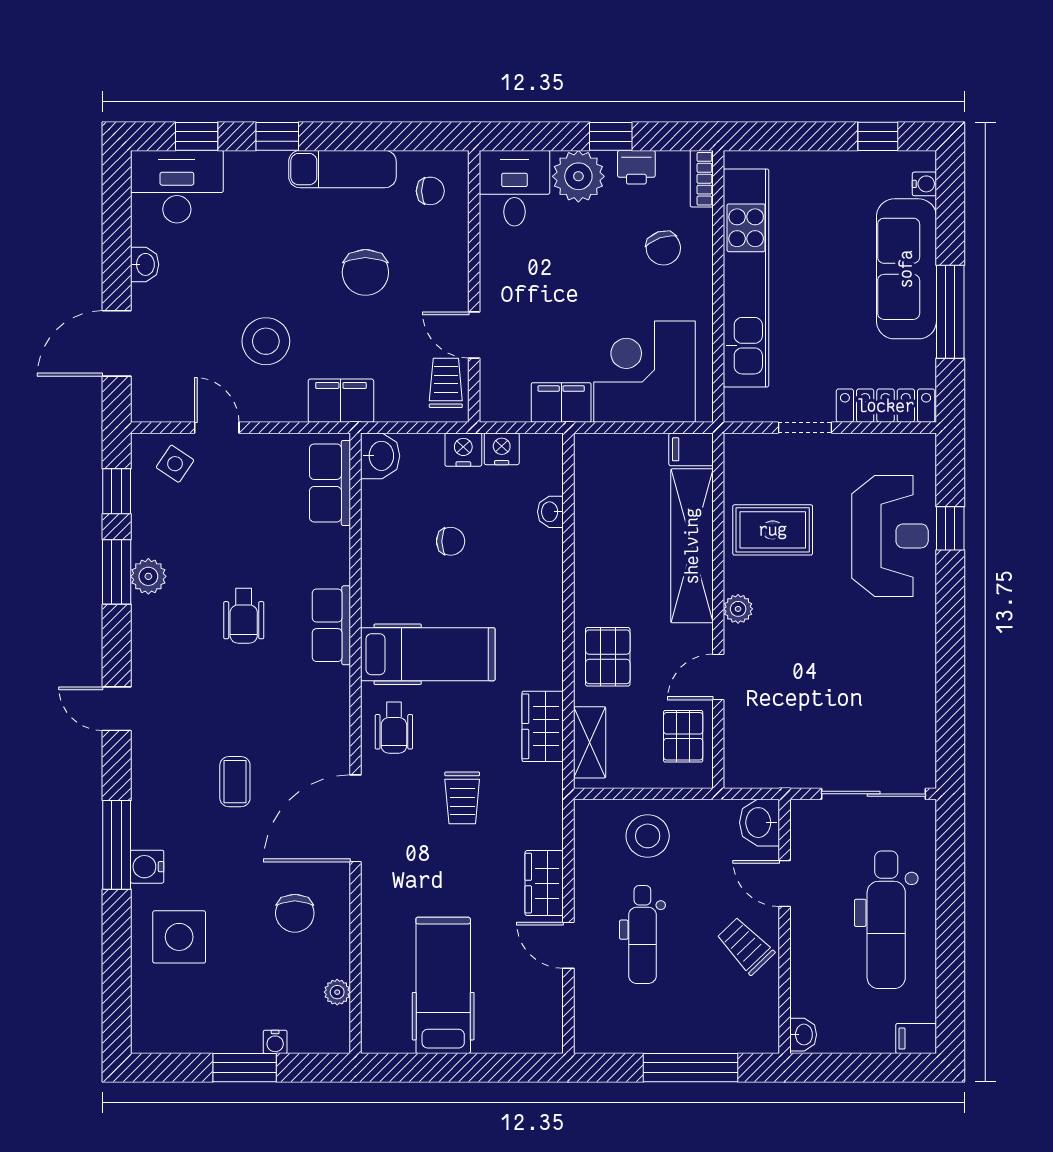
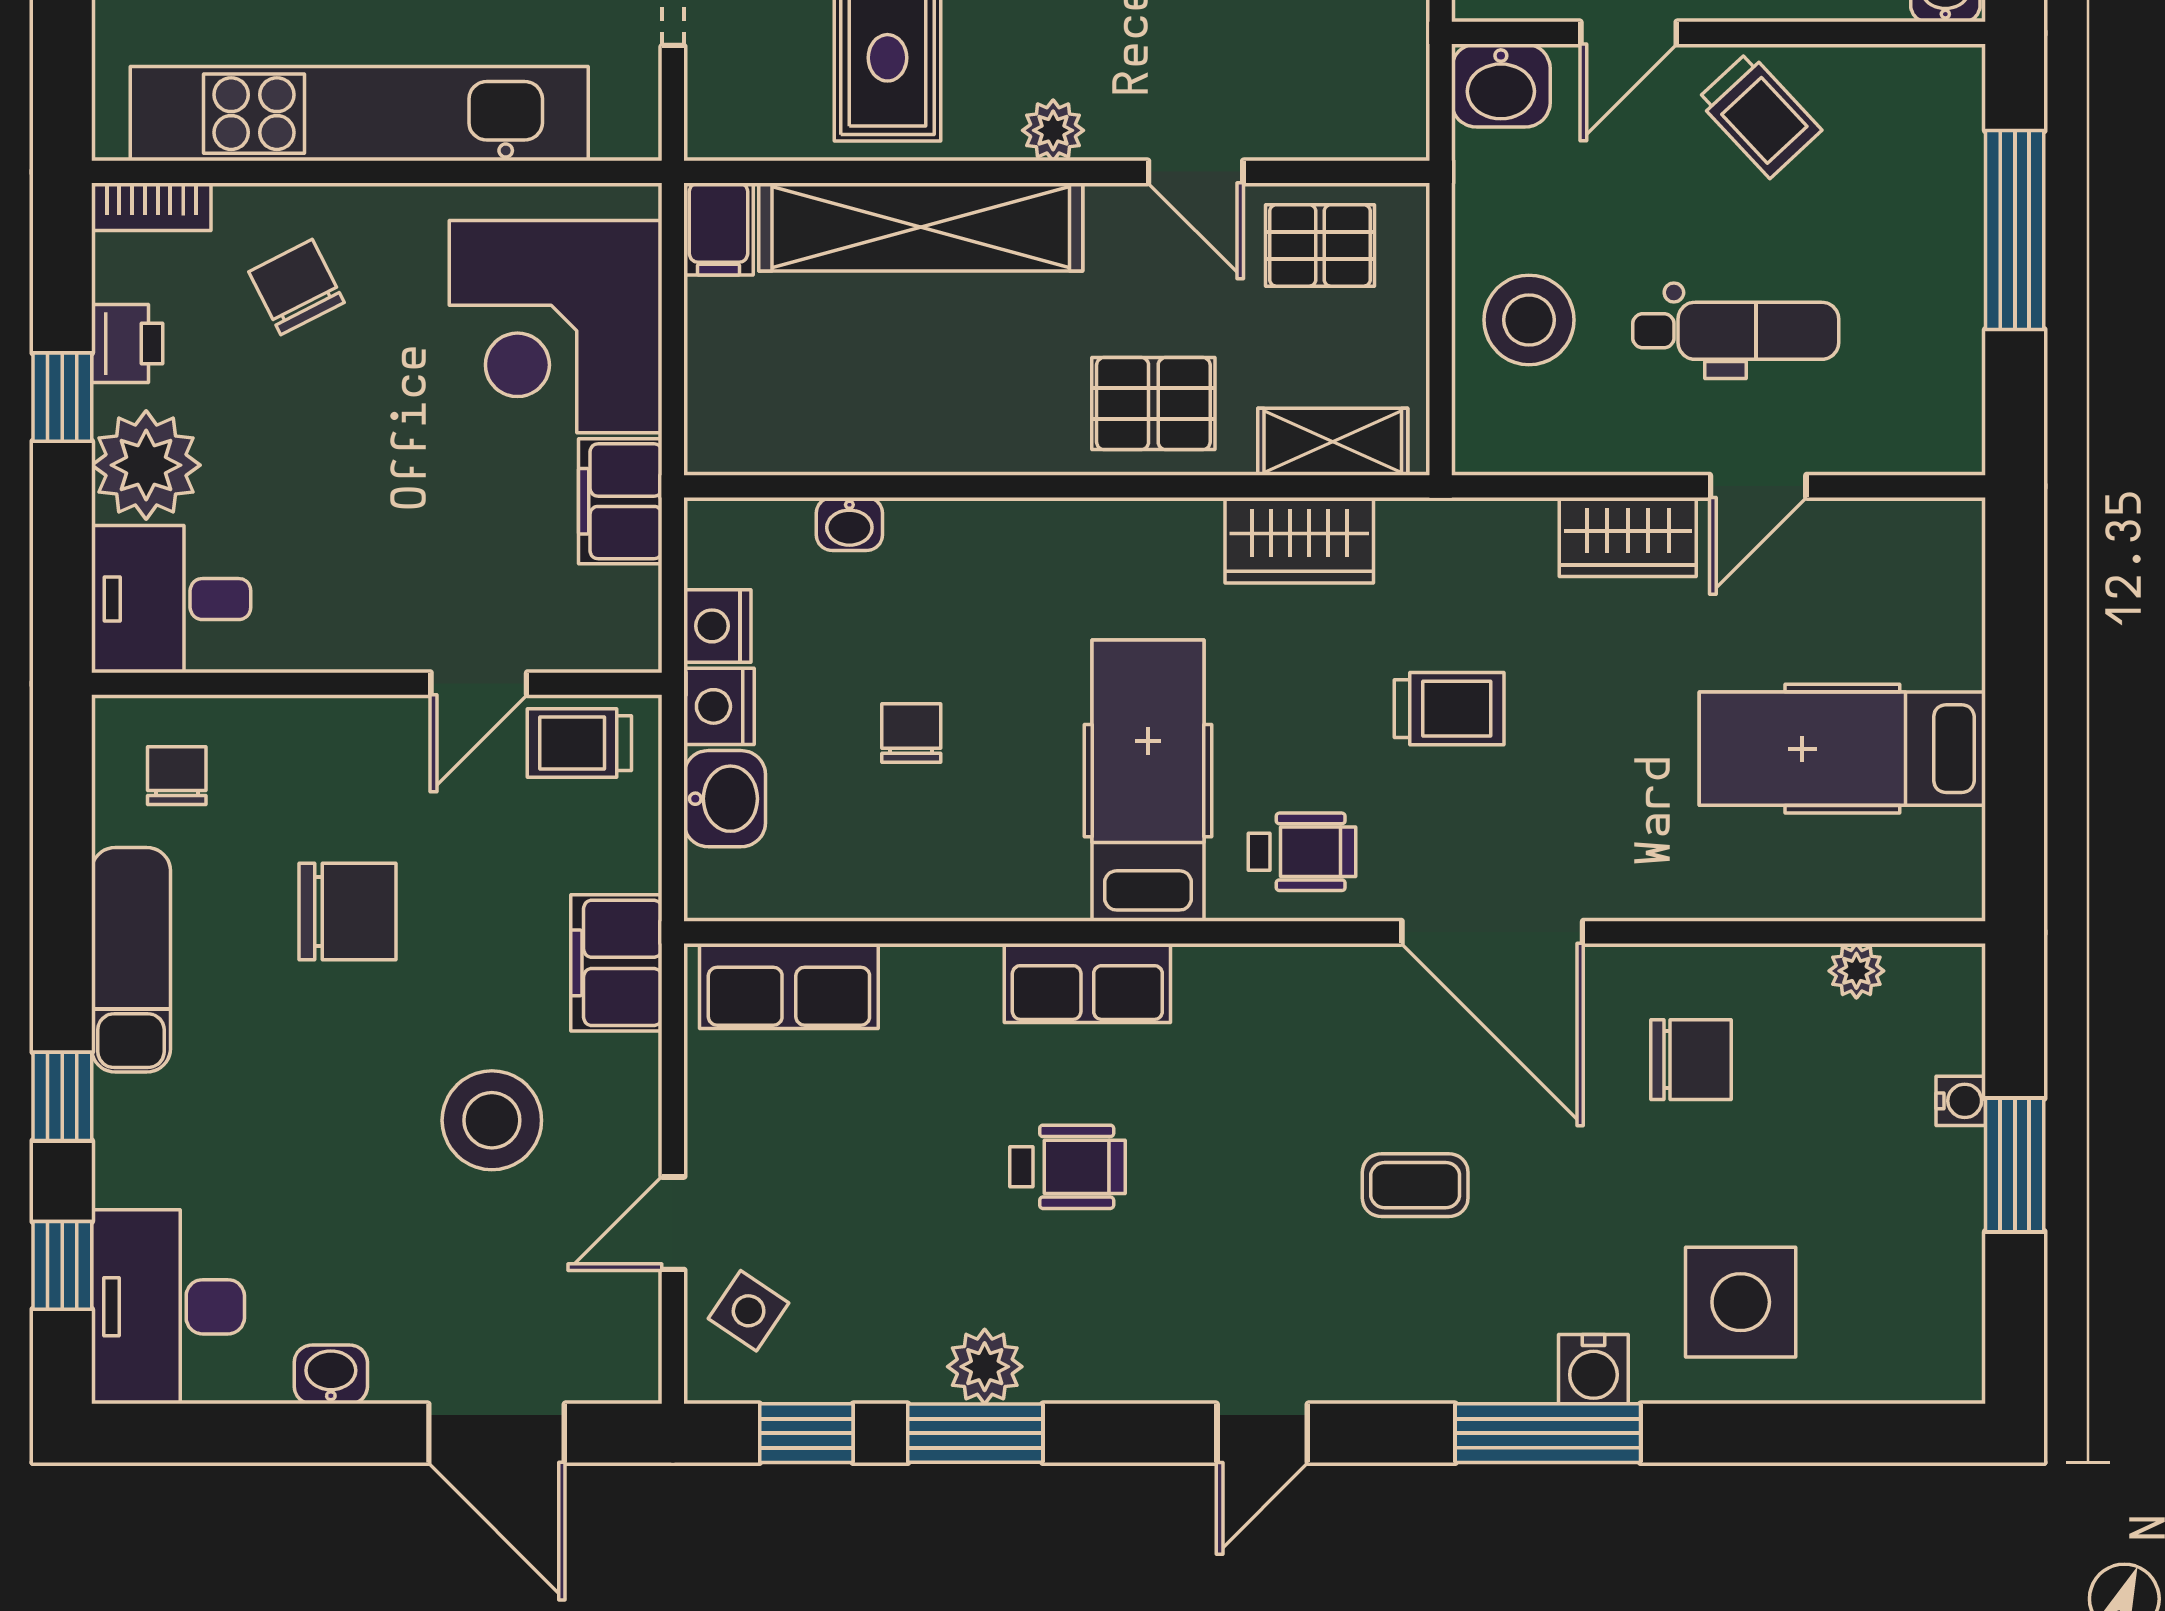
chair: (663, 248) -> (296, 287), turned -98
washbasin: (380, 456) -> (725, 799), moved, turned 90
trolley: (745, 946) -> (1759, 115), turned -89

